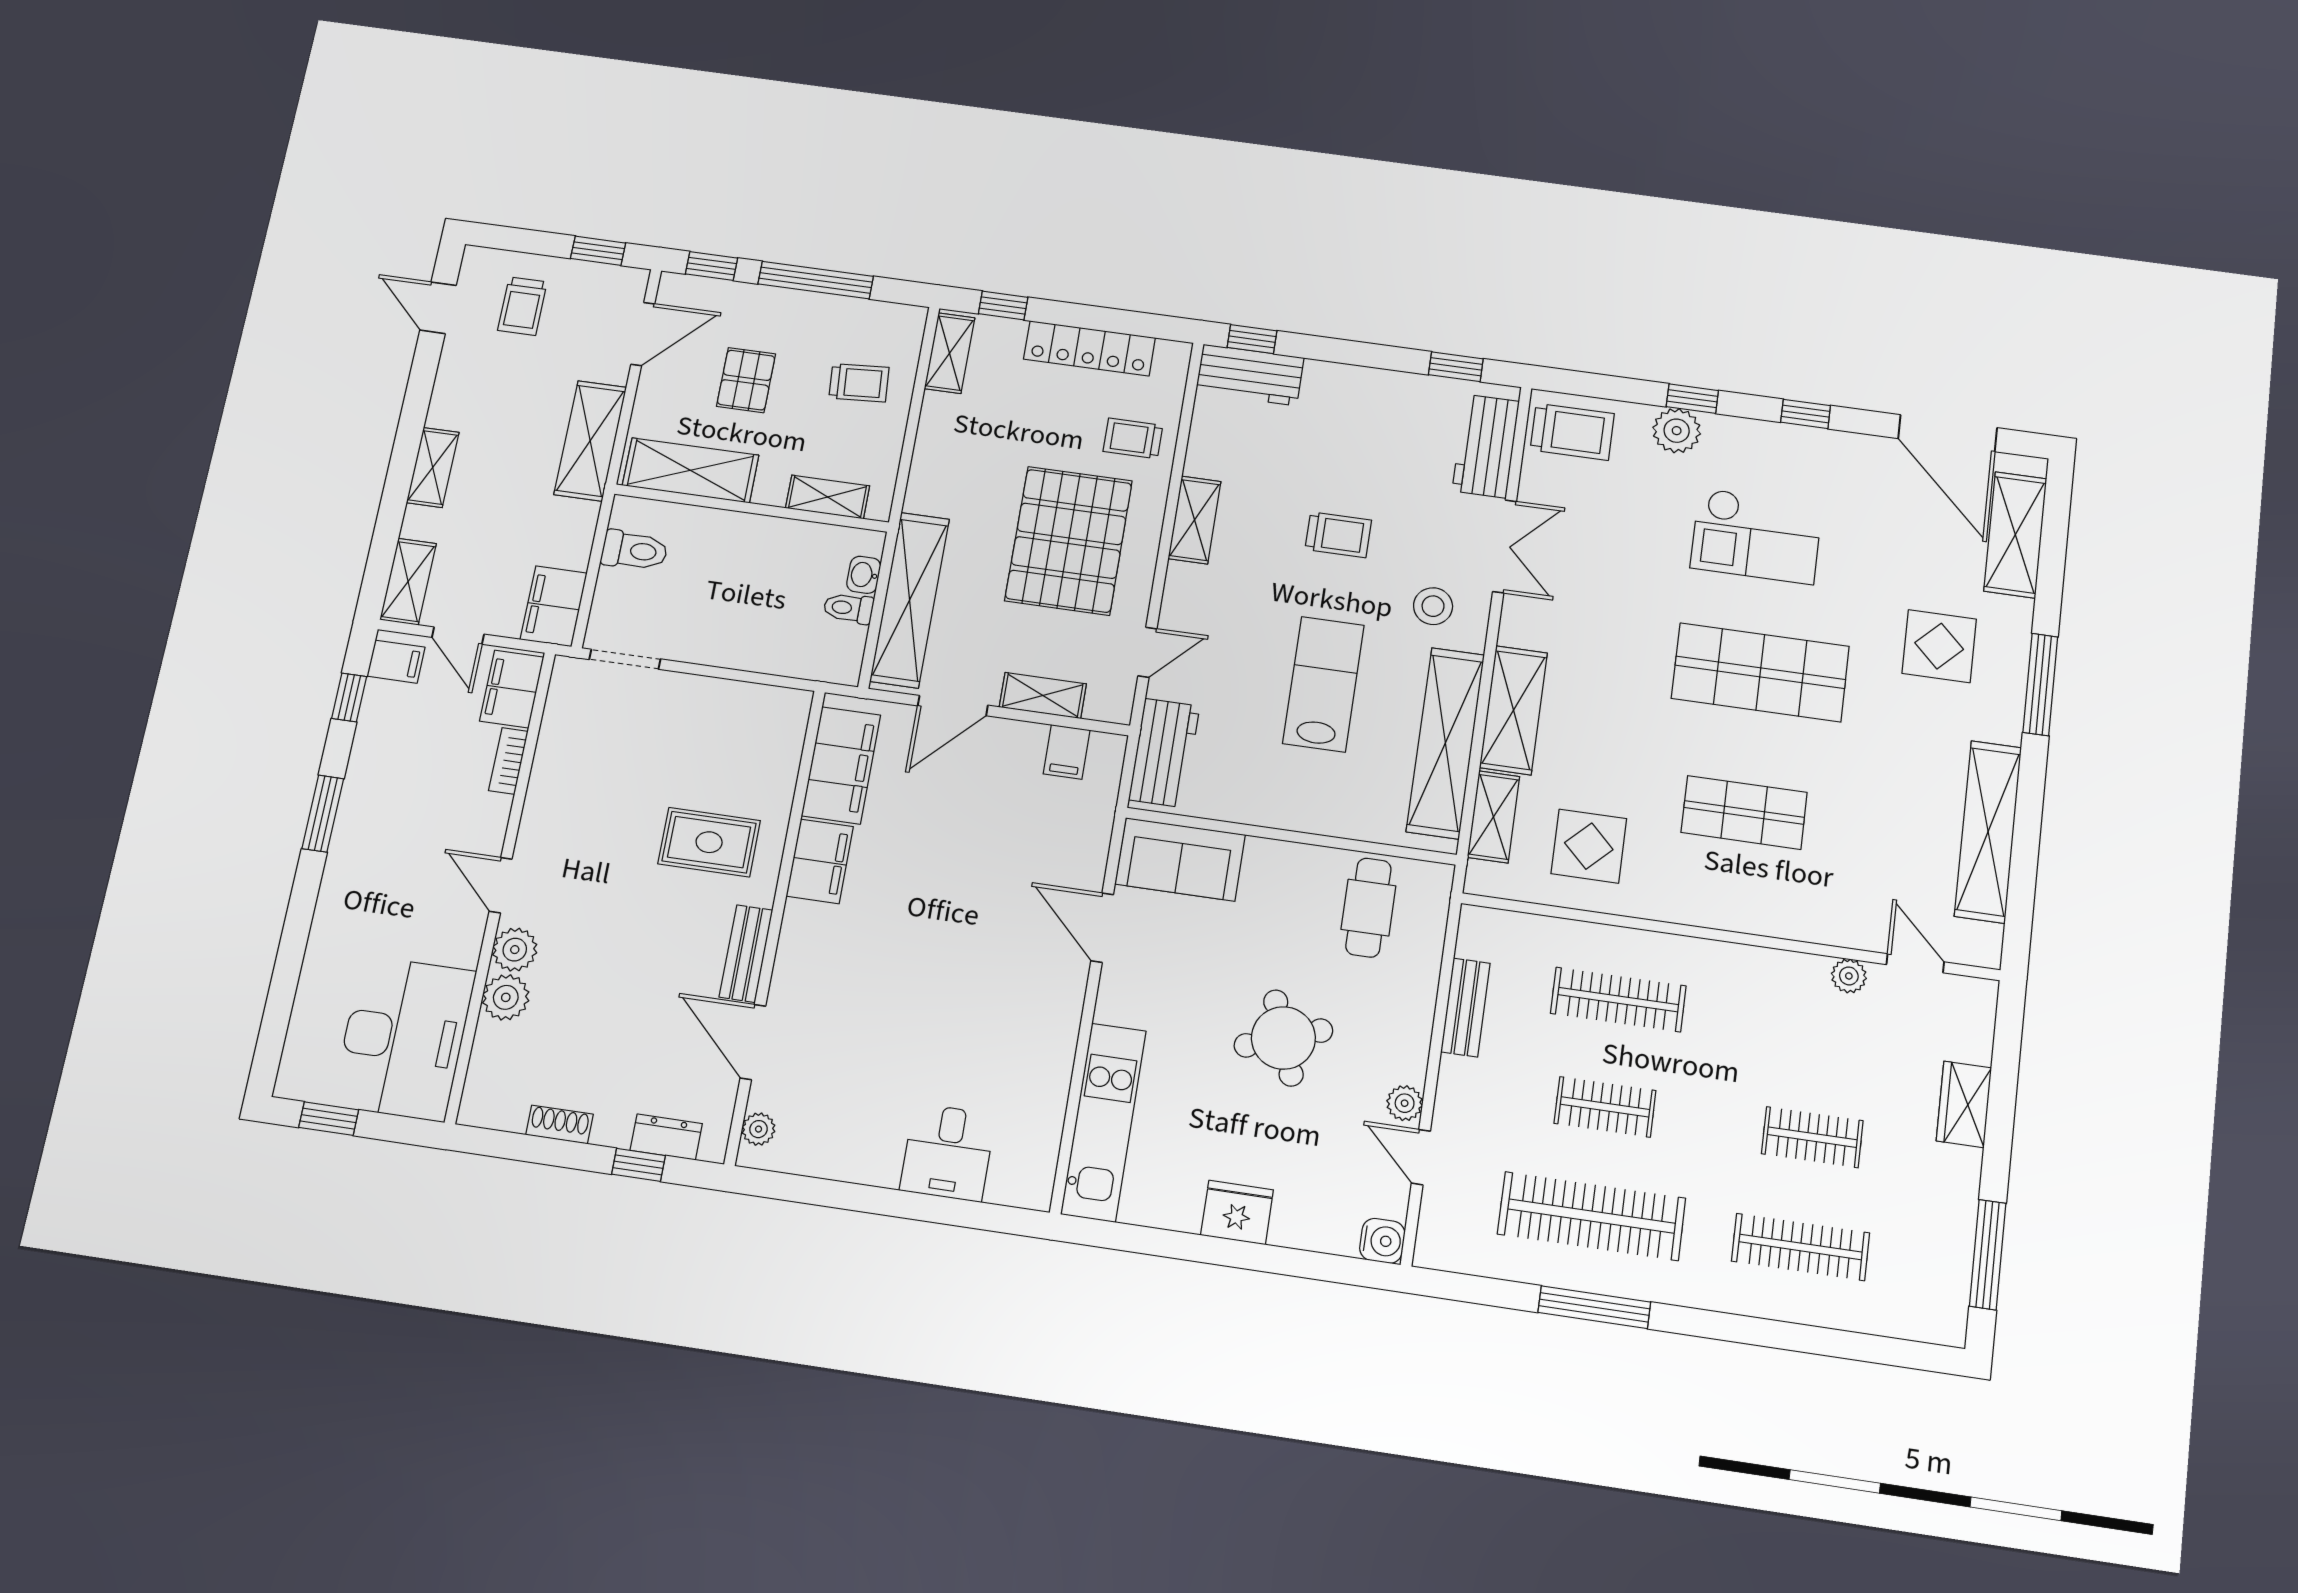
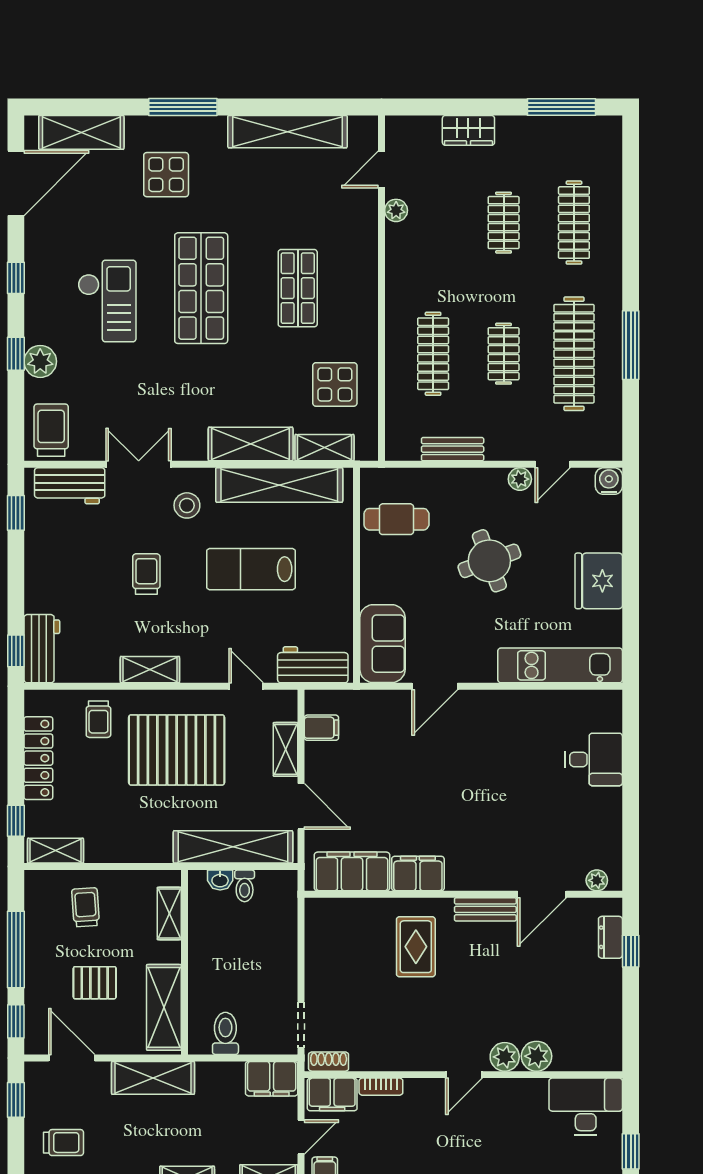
desk: (404, 1038) -> (586, 1107), width x0.73, depth x0.77
shoe rack: (559, 1125) -> (329, 1062), moved, turned 90
fridge: (1237, 1212) -> (599, 581), width x1.36, depth x1.34

